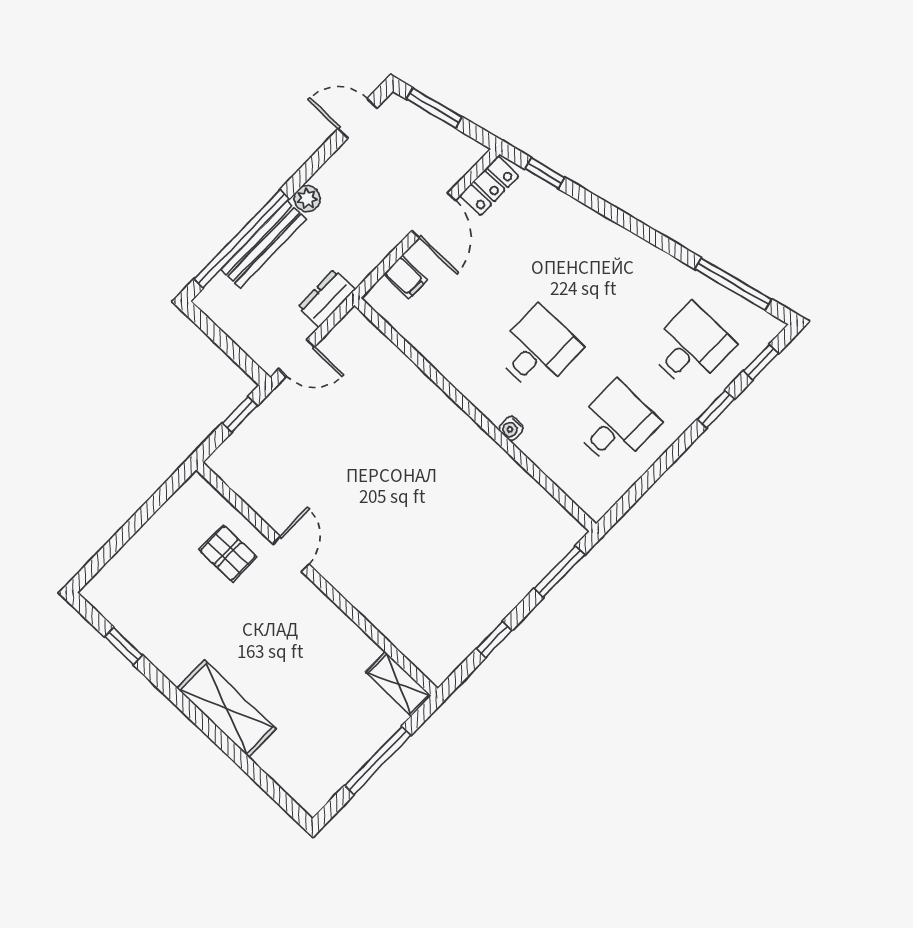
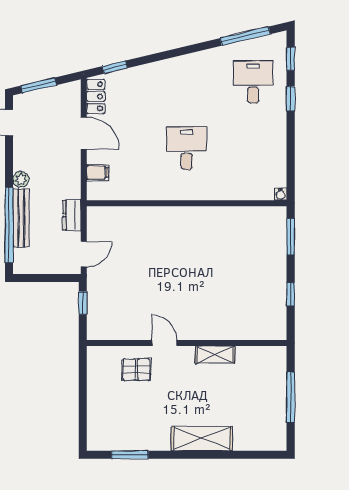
desk: (616, 425) -> (253, 148), removed
water cooler: (511, 428) -> (280, 194), moved
window: (124, 646) -> (130, 455), width x1.50
shelving: (398, 684) -> (215, 355), moved

